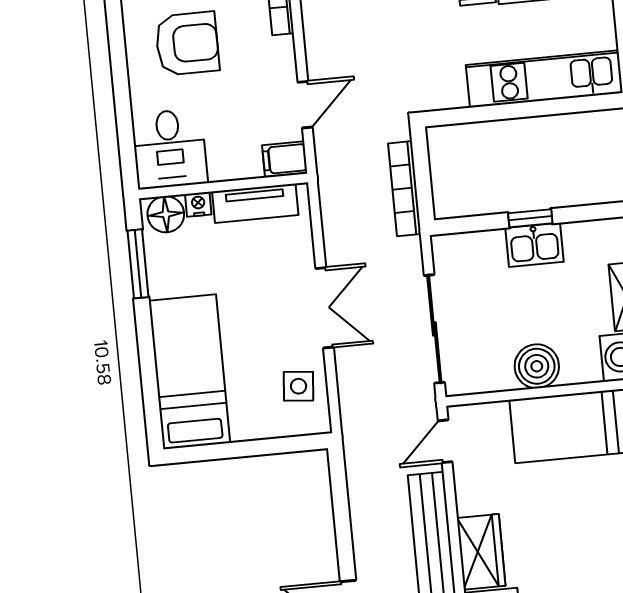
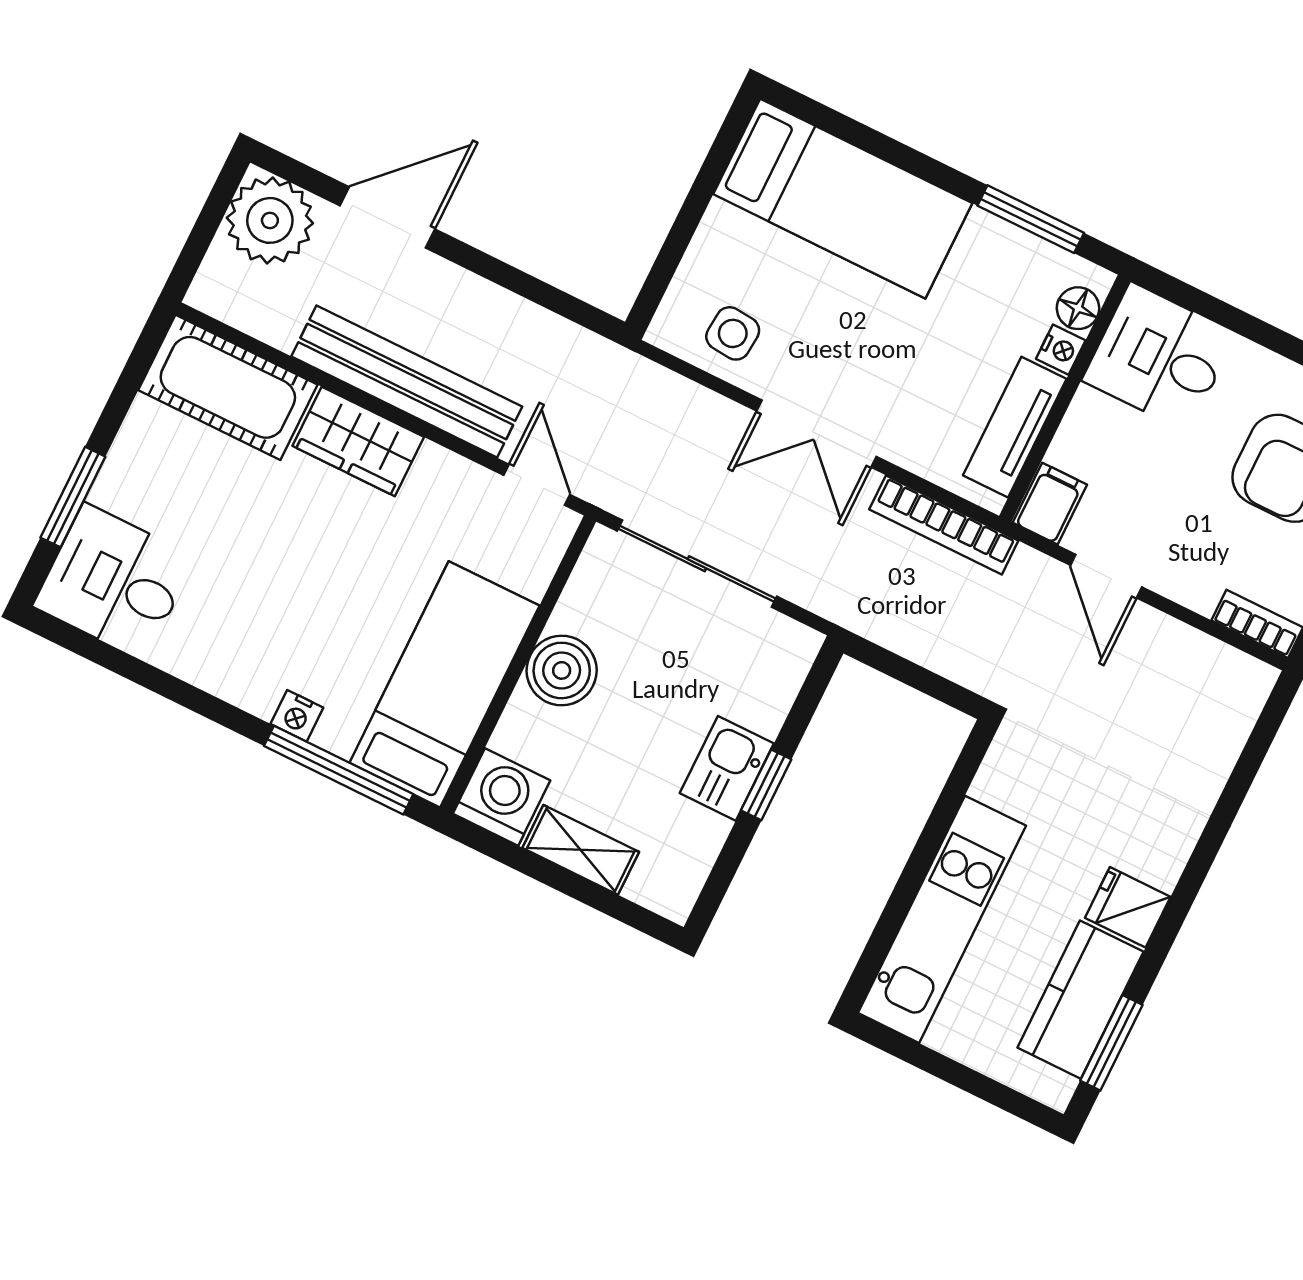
bookcase: (404, 189) -> (944, 525), moved, turned 180
floor lamp: (166, 214) -> (1078, 308), width x0.73, depth x0.73

